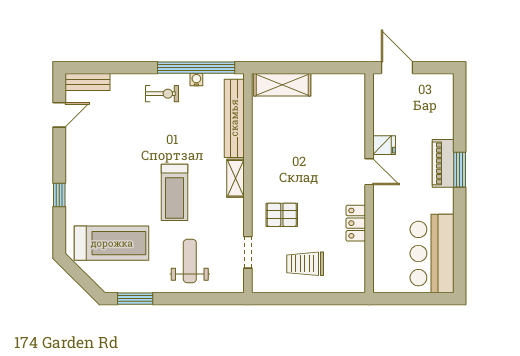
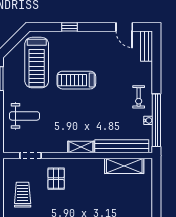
shelving: (282, 85) -> (124, 166), moved, turned 90
treadmill: (174, 192) -> (76, 80), moved

